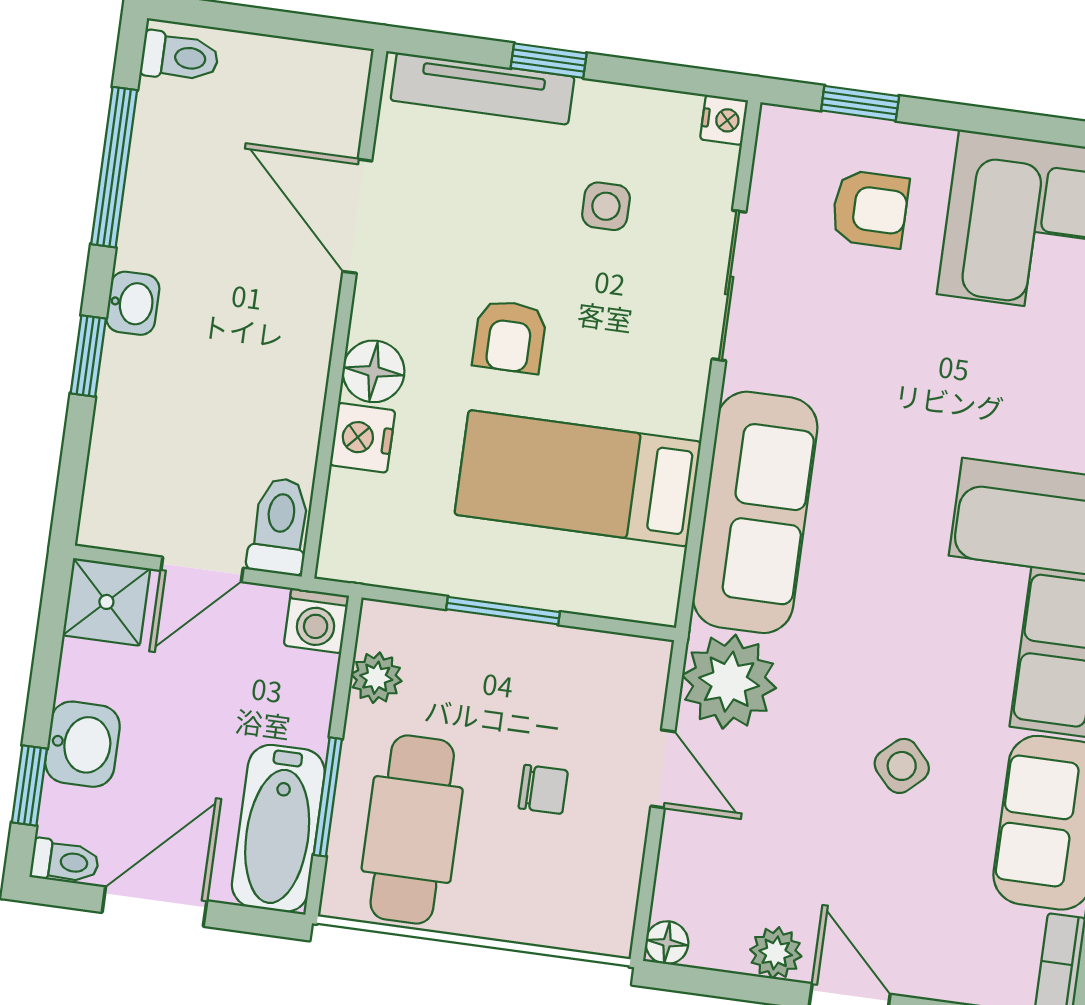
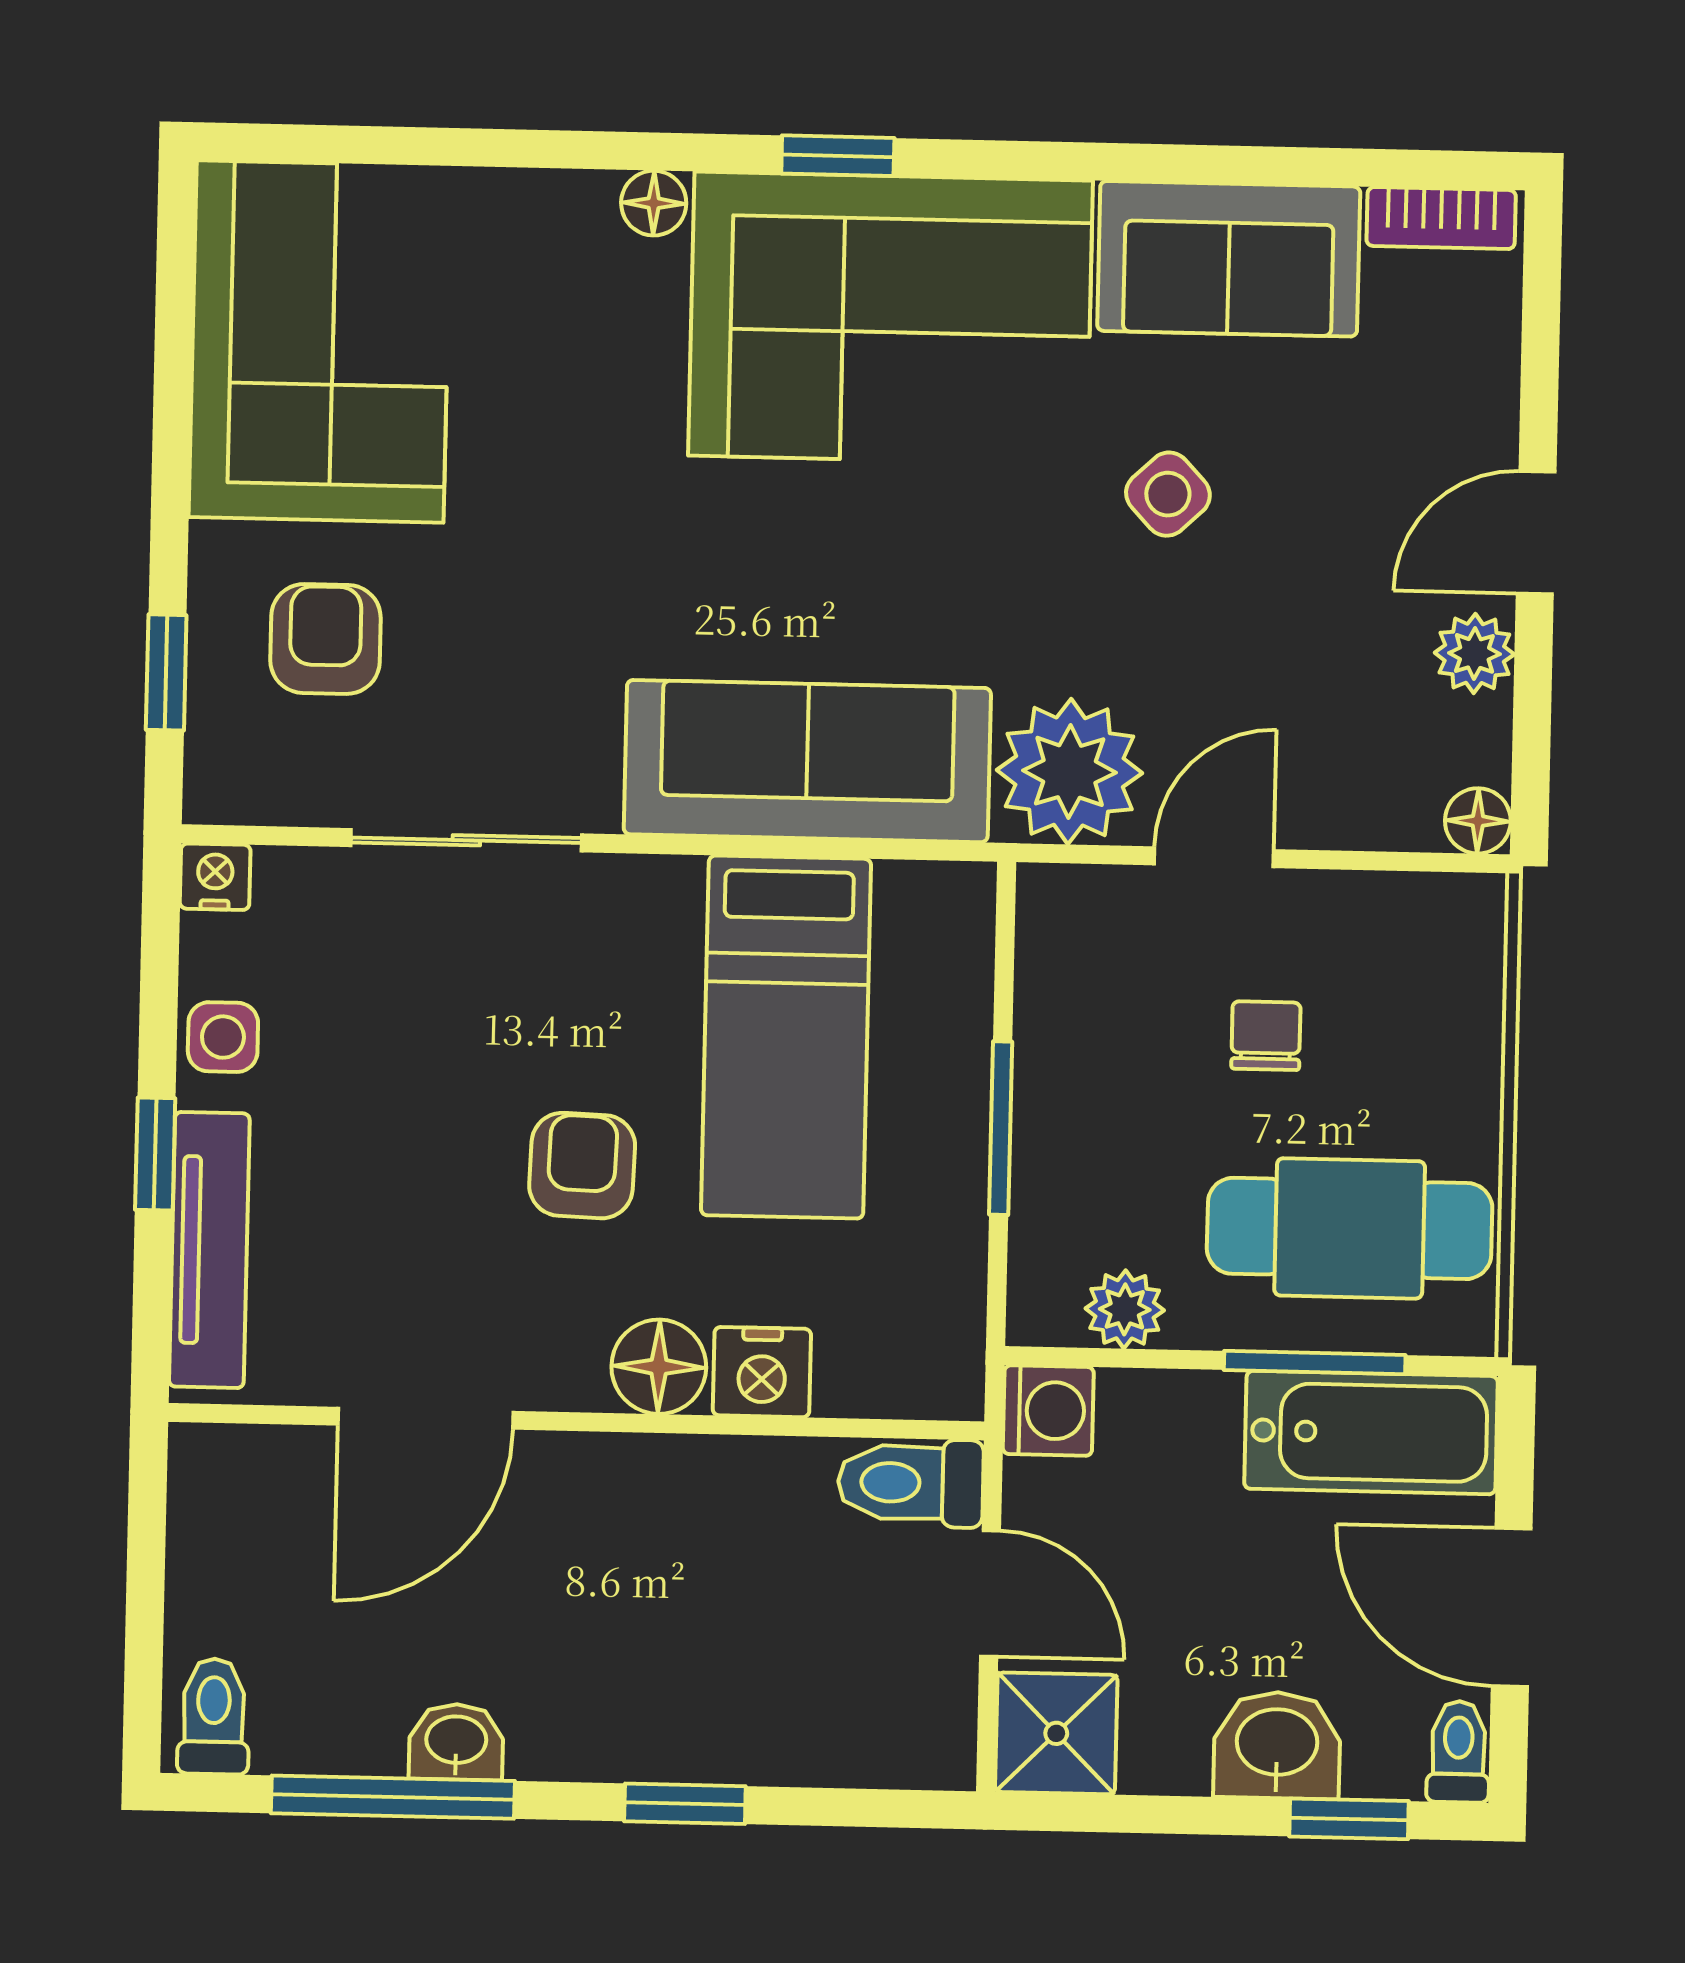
side table: (606, 206) -> (223, 1037), moved
washbasin: (133, 303) -> (456, 1742), moved
armchair: (510, 337) -> (582, 1166), turned -88

